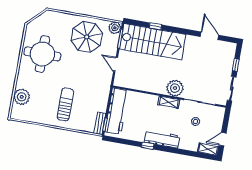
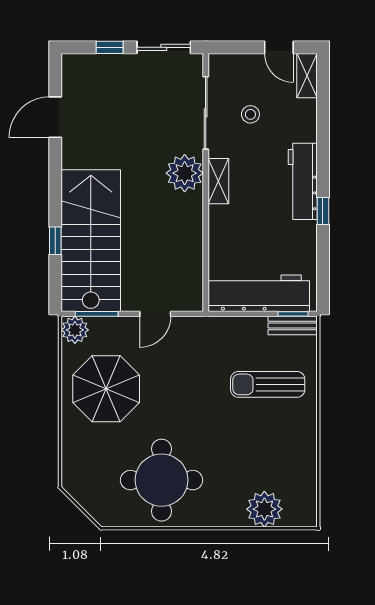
sun lounger: (65, 104) -> (268, 384), moved

